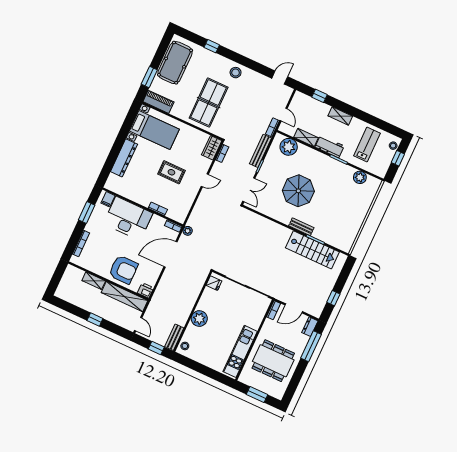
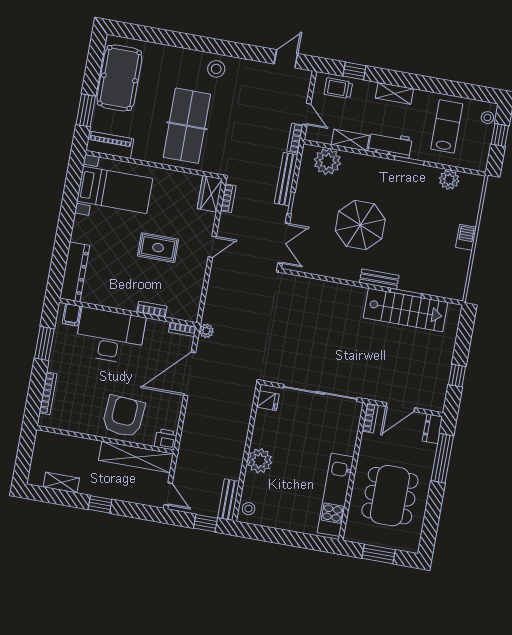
window: (212, 46) -> (169, 38), removed
trolley: (307, 104) -> (338, 88), added
dresser: (124, 158) -> (75, 272), moved
barbecue: (361, 215) -> (466, 237), added
armchair: (123, 270) -> (123, 416), turned -86
shelving: (94, 281) -> (61, 483), moved
dining table: (273, 361) -> (390, 496), turned 90

